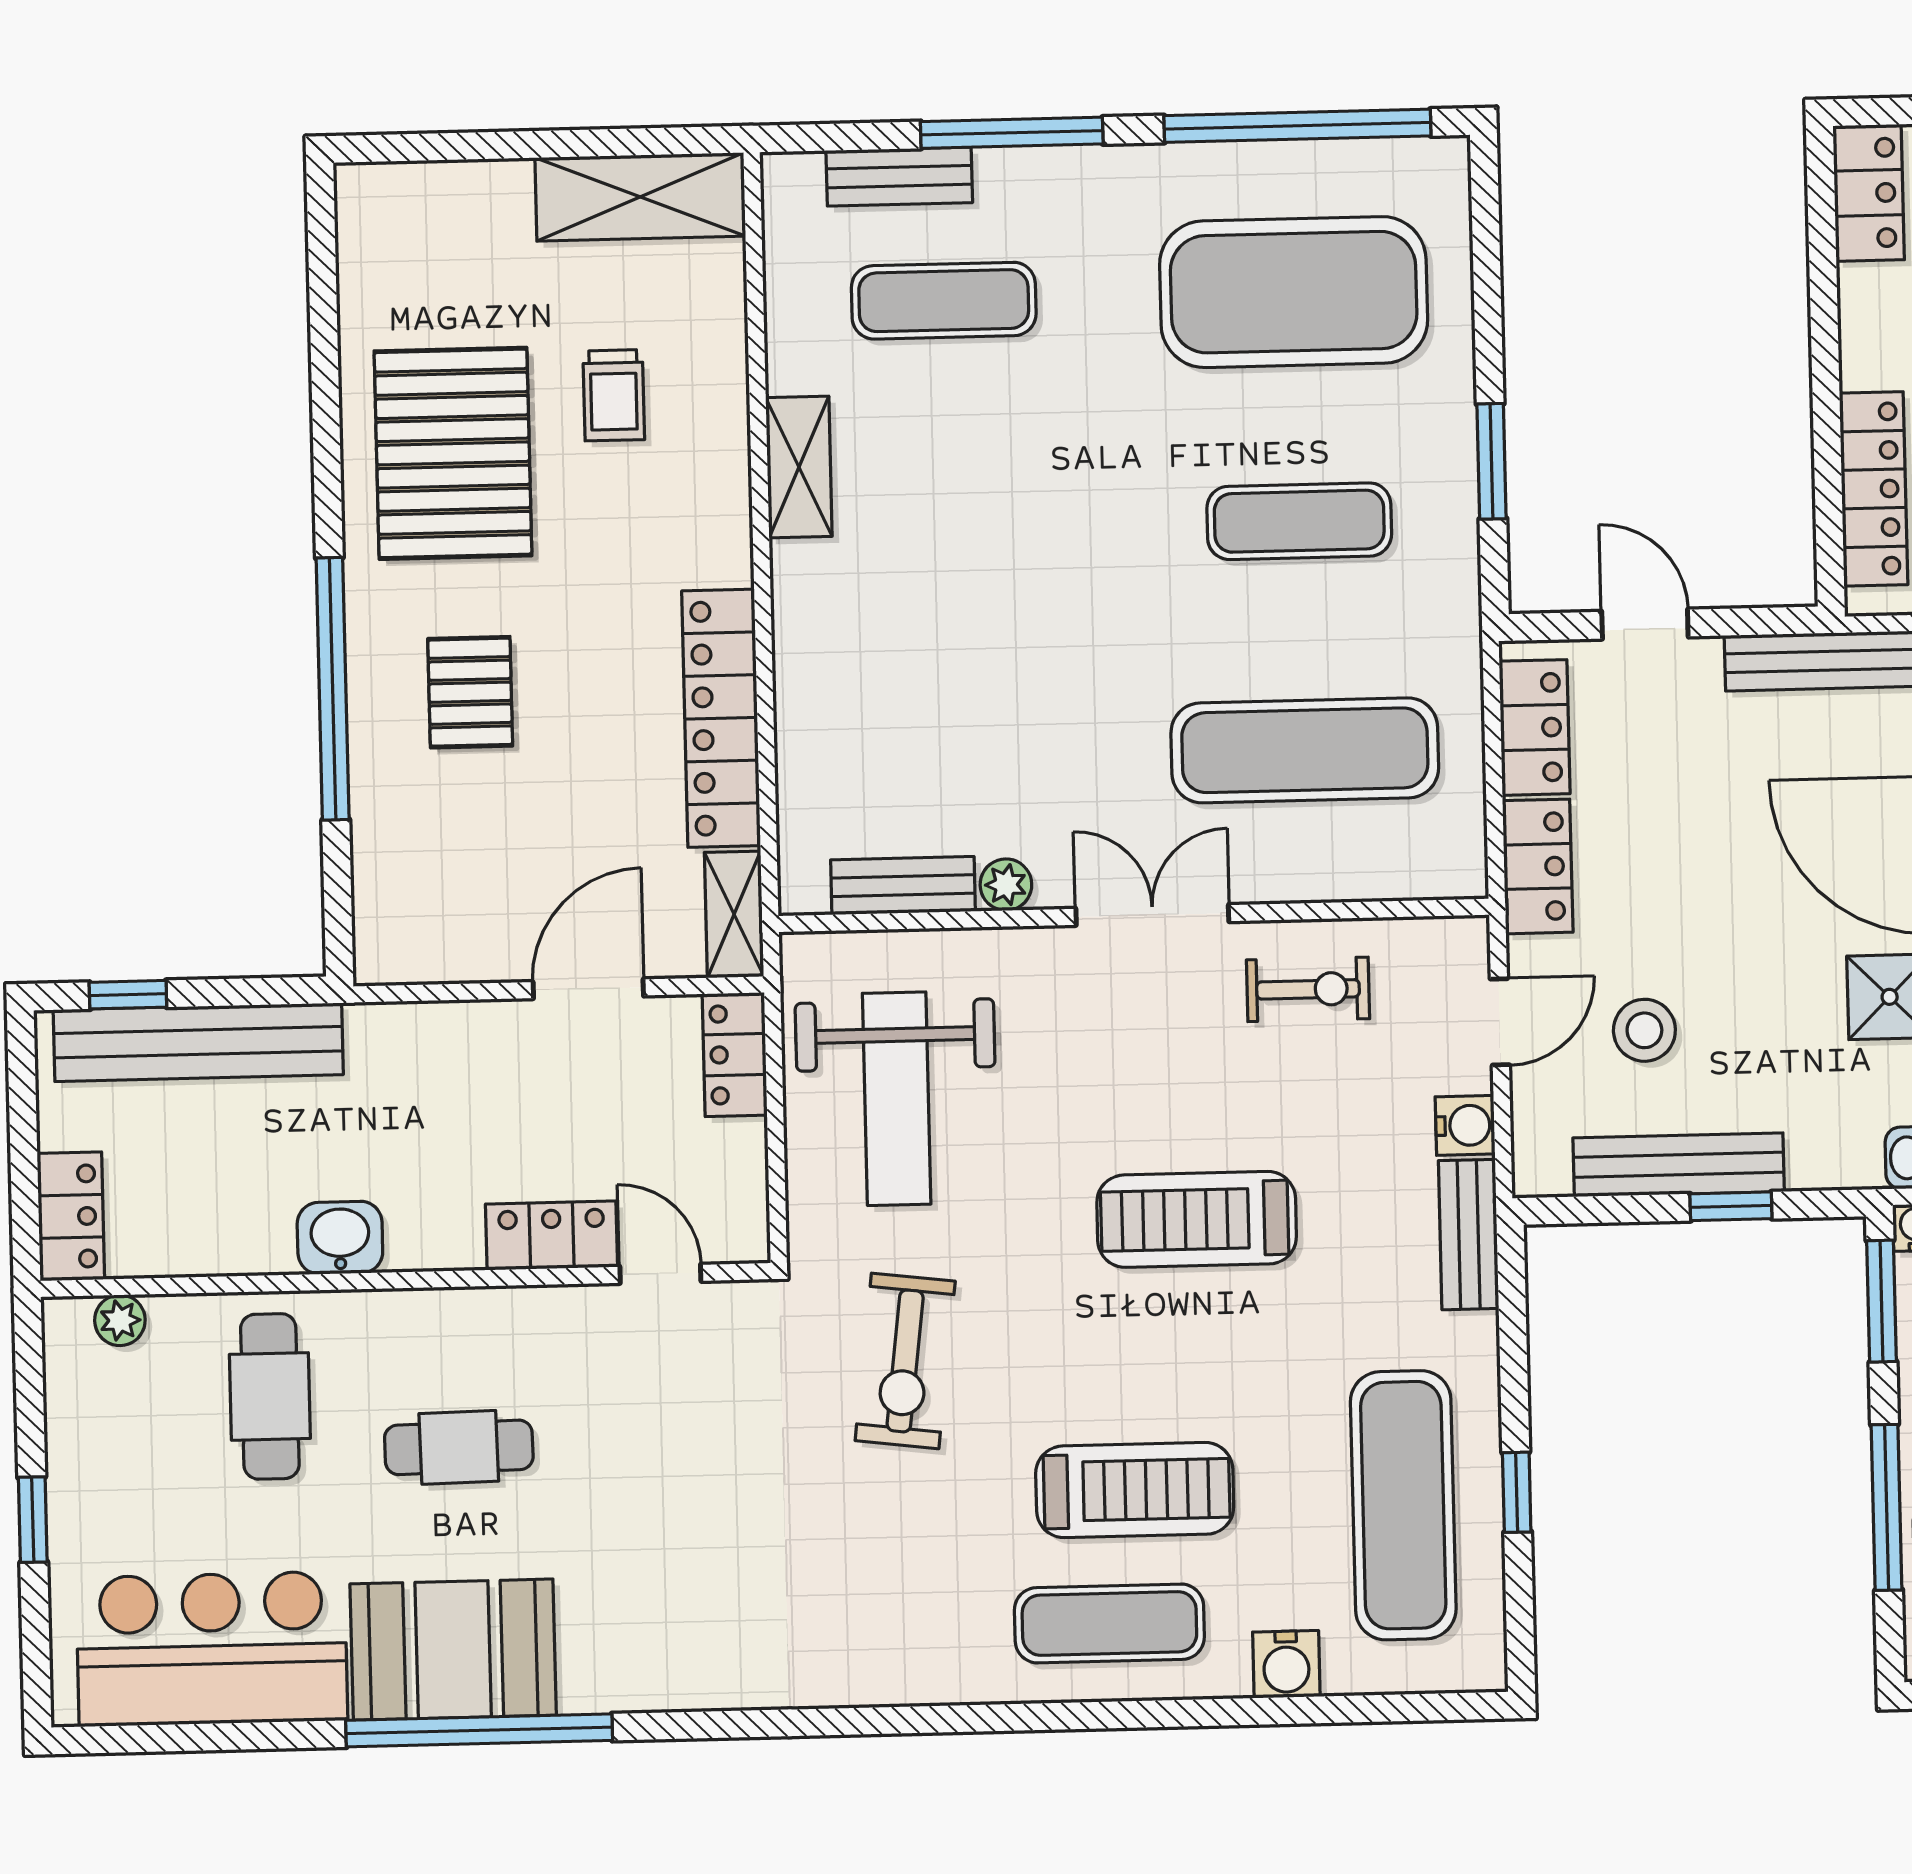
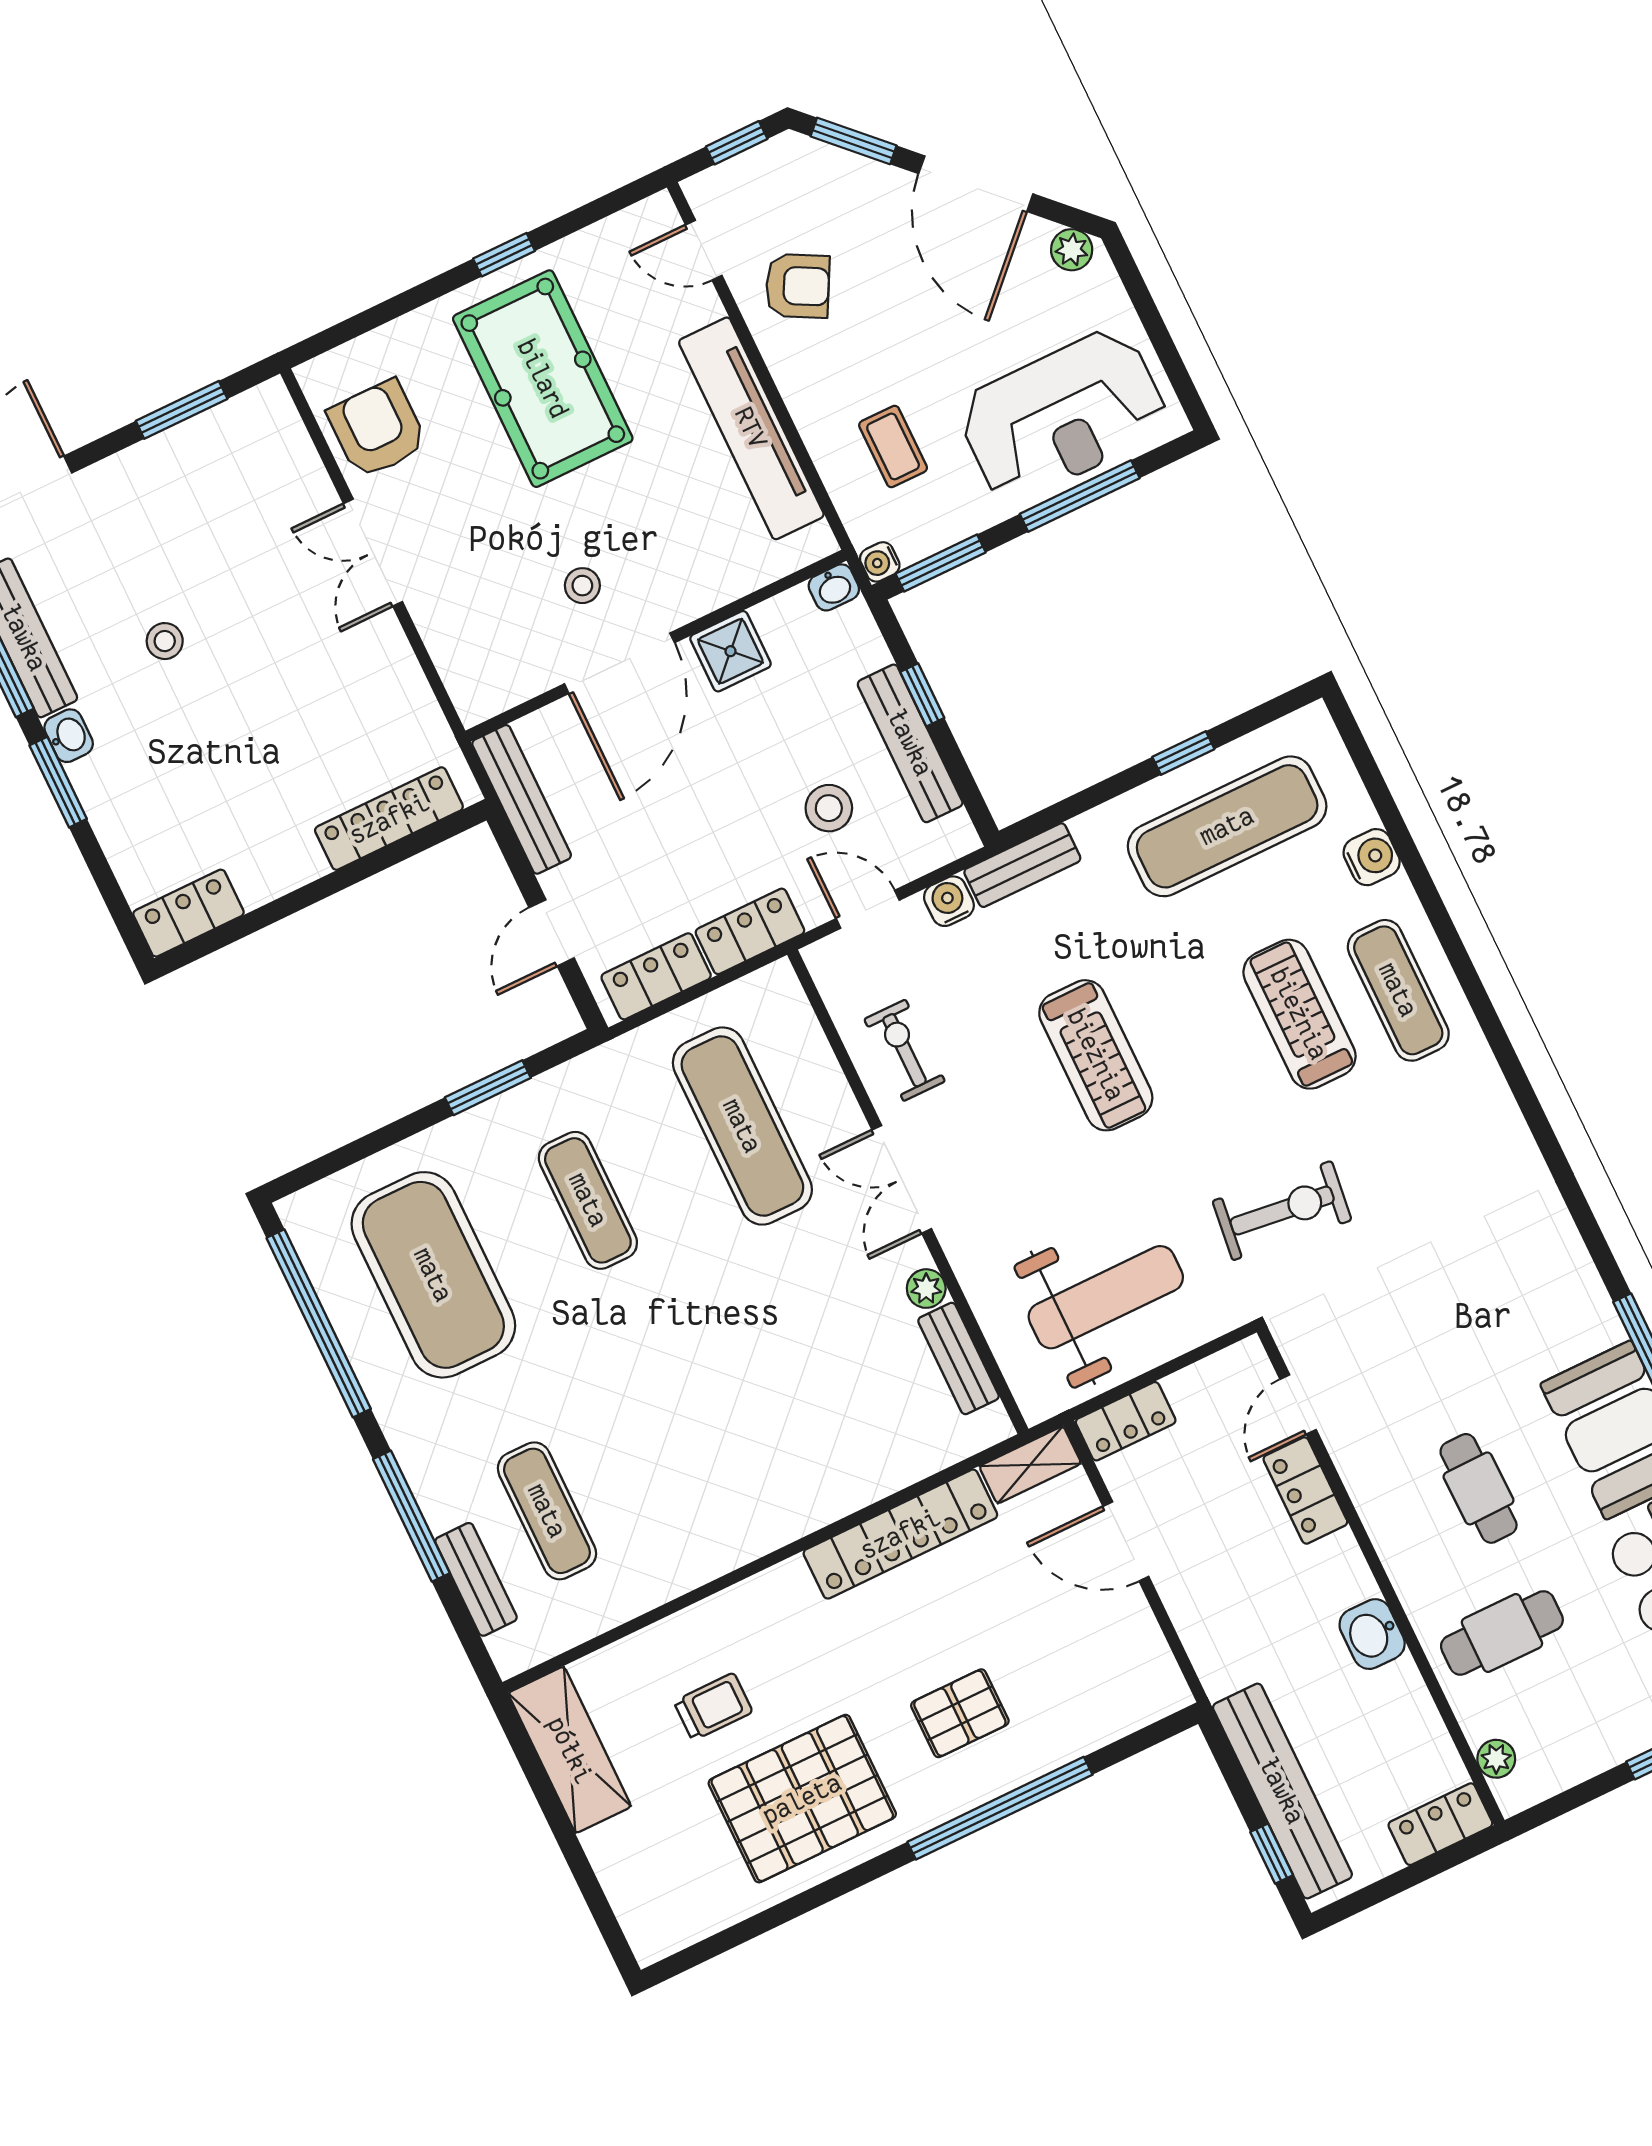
shelving: (799, 467) -> (705, 1558), removed

